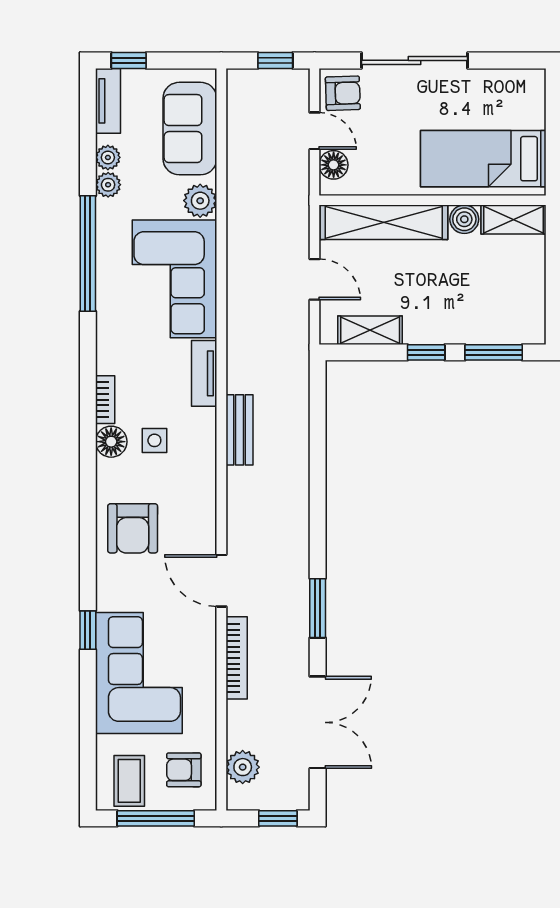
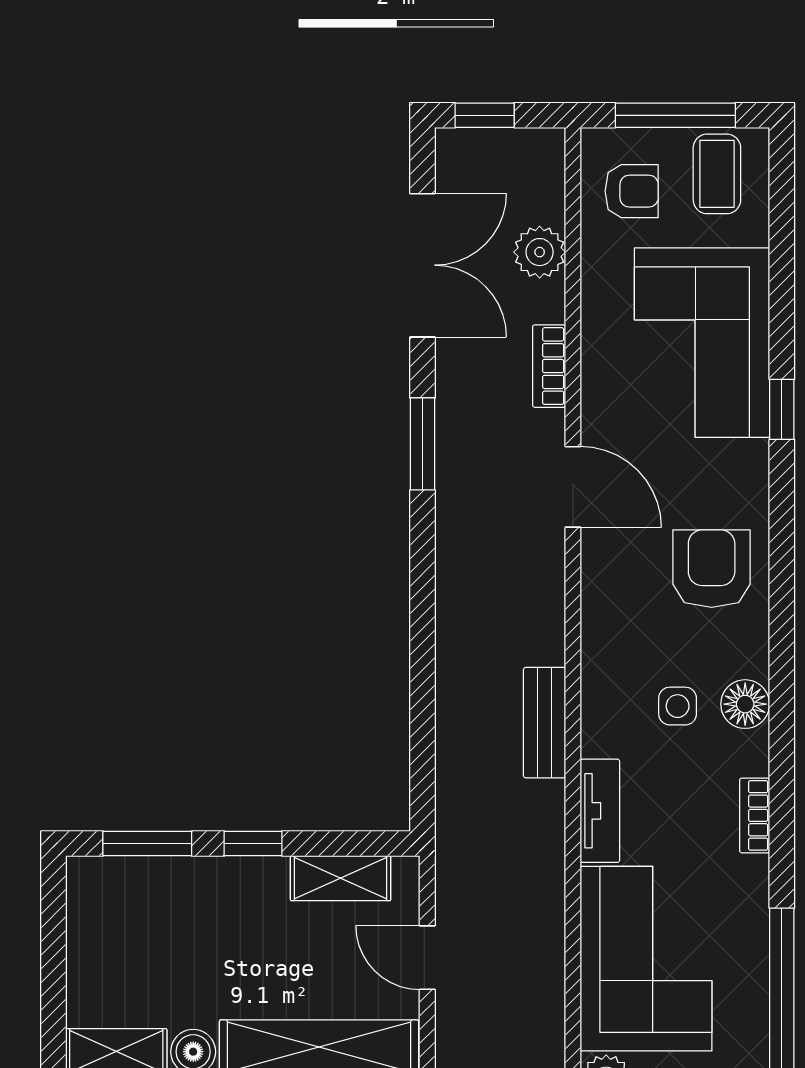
bookcase: (105, 400) -> (755, 815), moved
bookcase: (237, 658) -> (549, 366), width x0.64
double door: (318, 722) -> (422, 265), swing flipped
plant: (243, 767) -> (540, 252), moved

